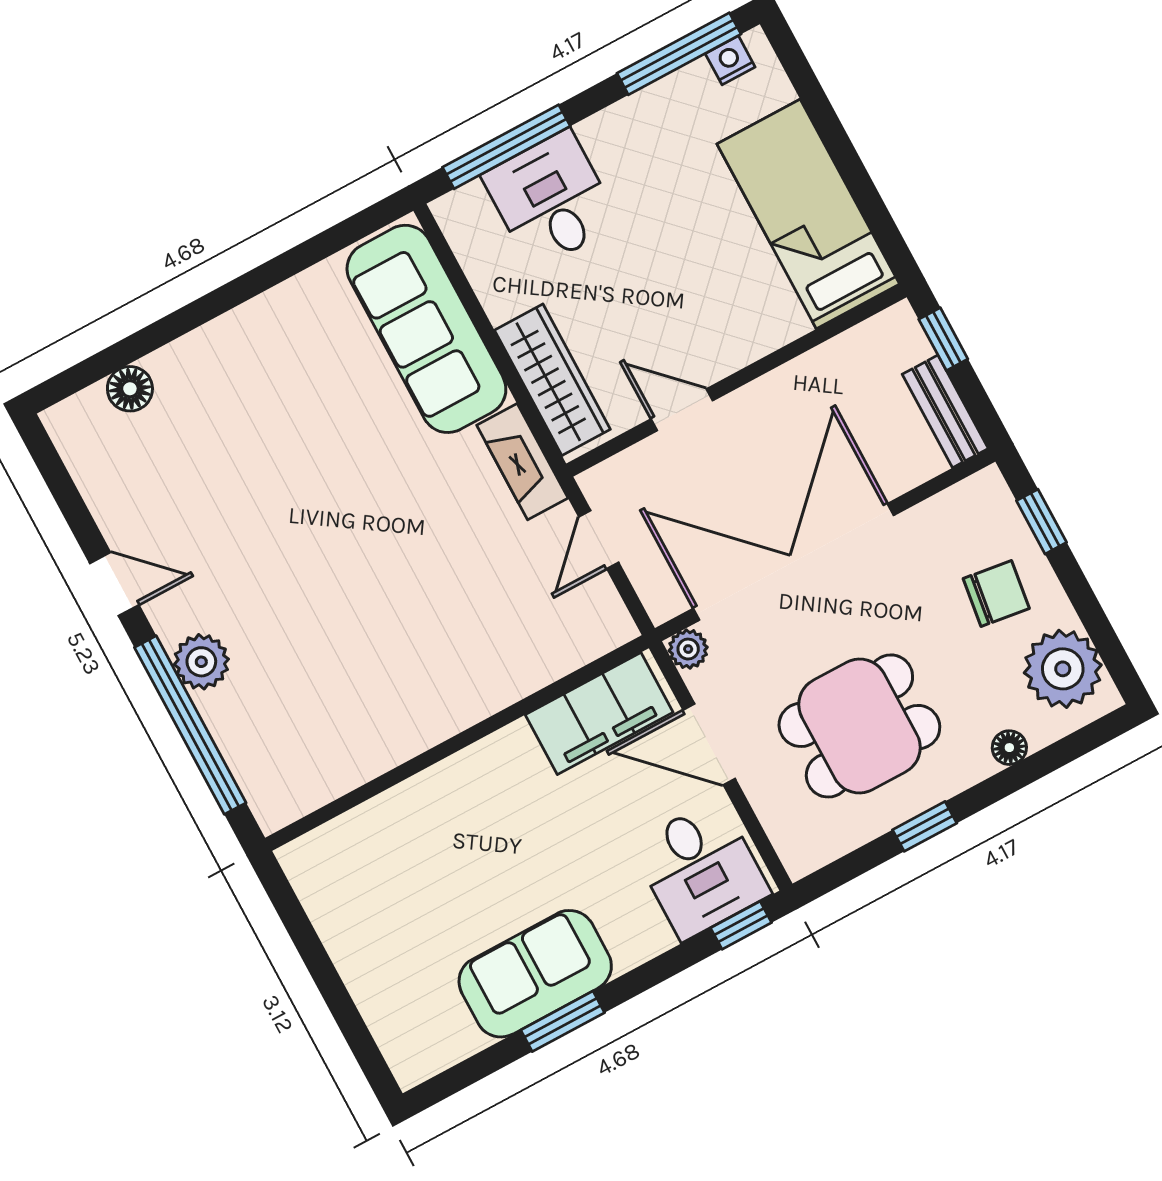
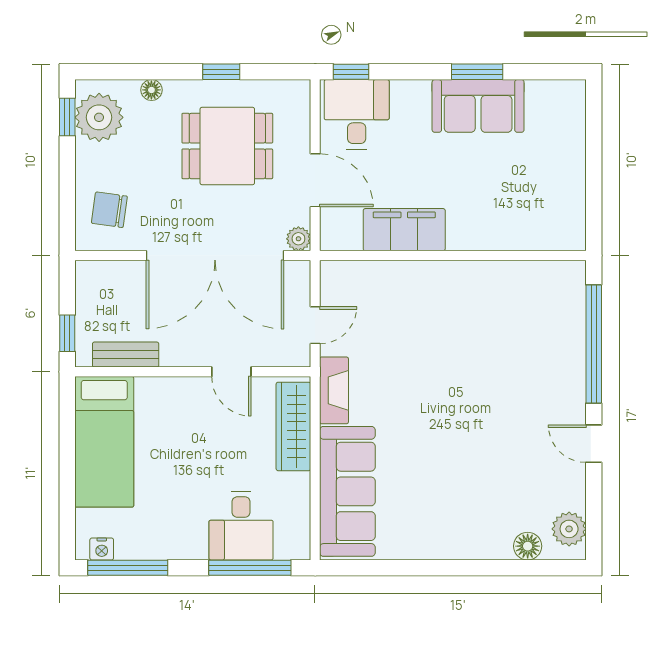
bench: (945, 411) -> (126, 355), moved, turned 90
window: (1042, 522) -> (67, 117), moved
chair: (996, 594) -> (109, 210), moved
plant: (201, 662) -> (569, 529), moved
filing cabinet: (599, 714) -> (404, 230), moved

